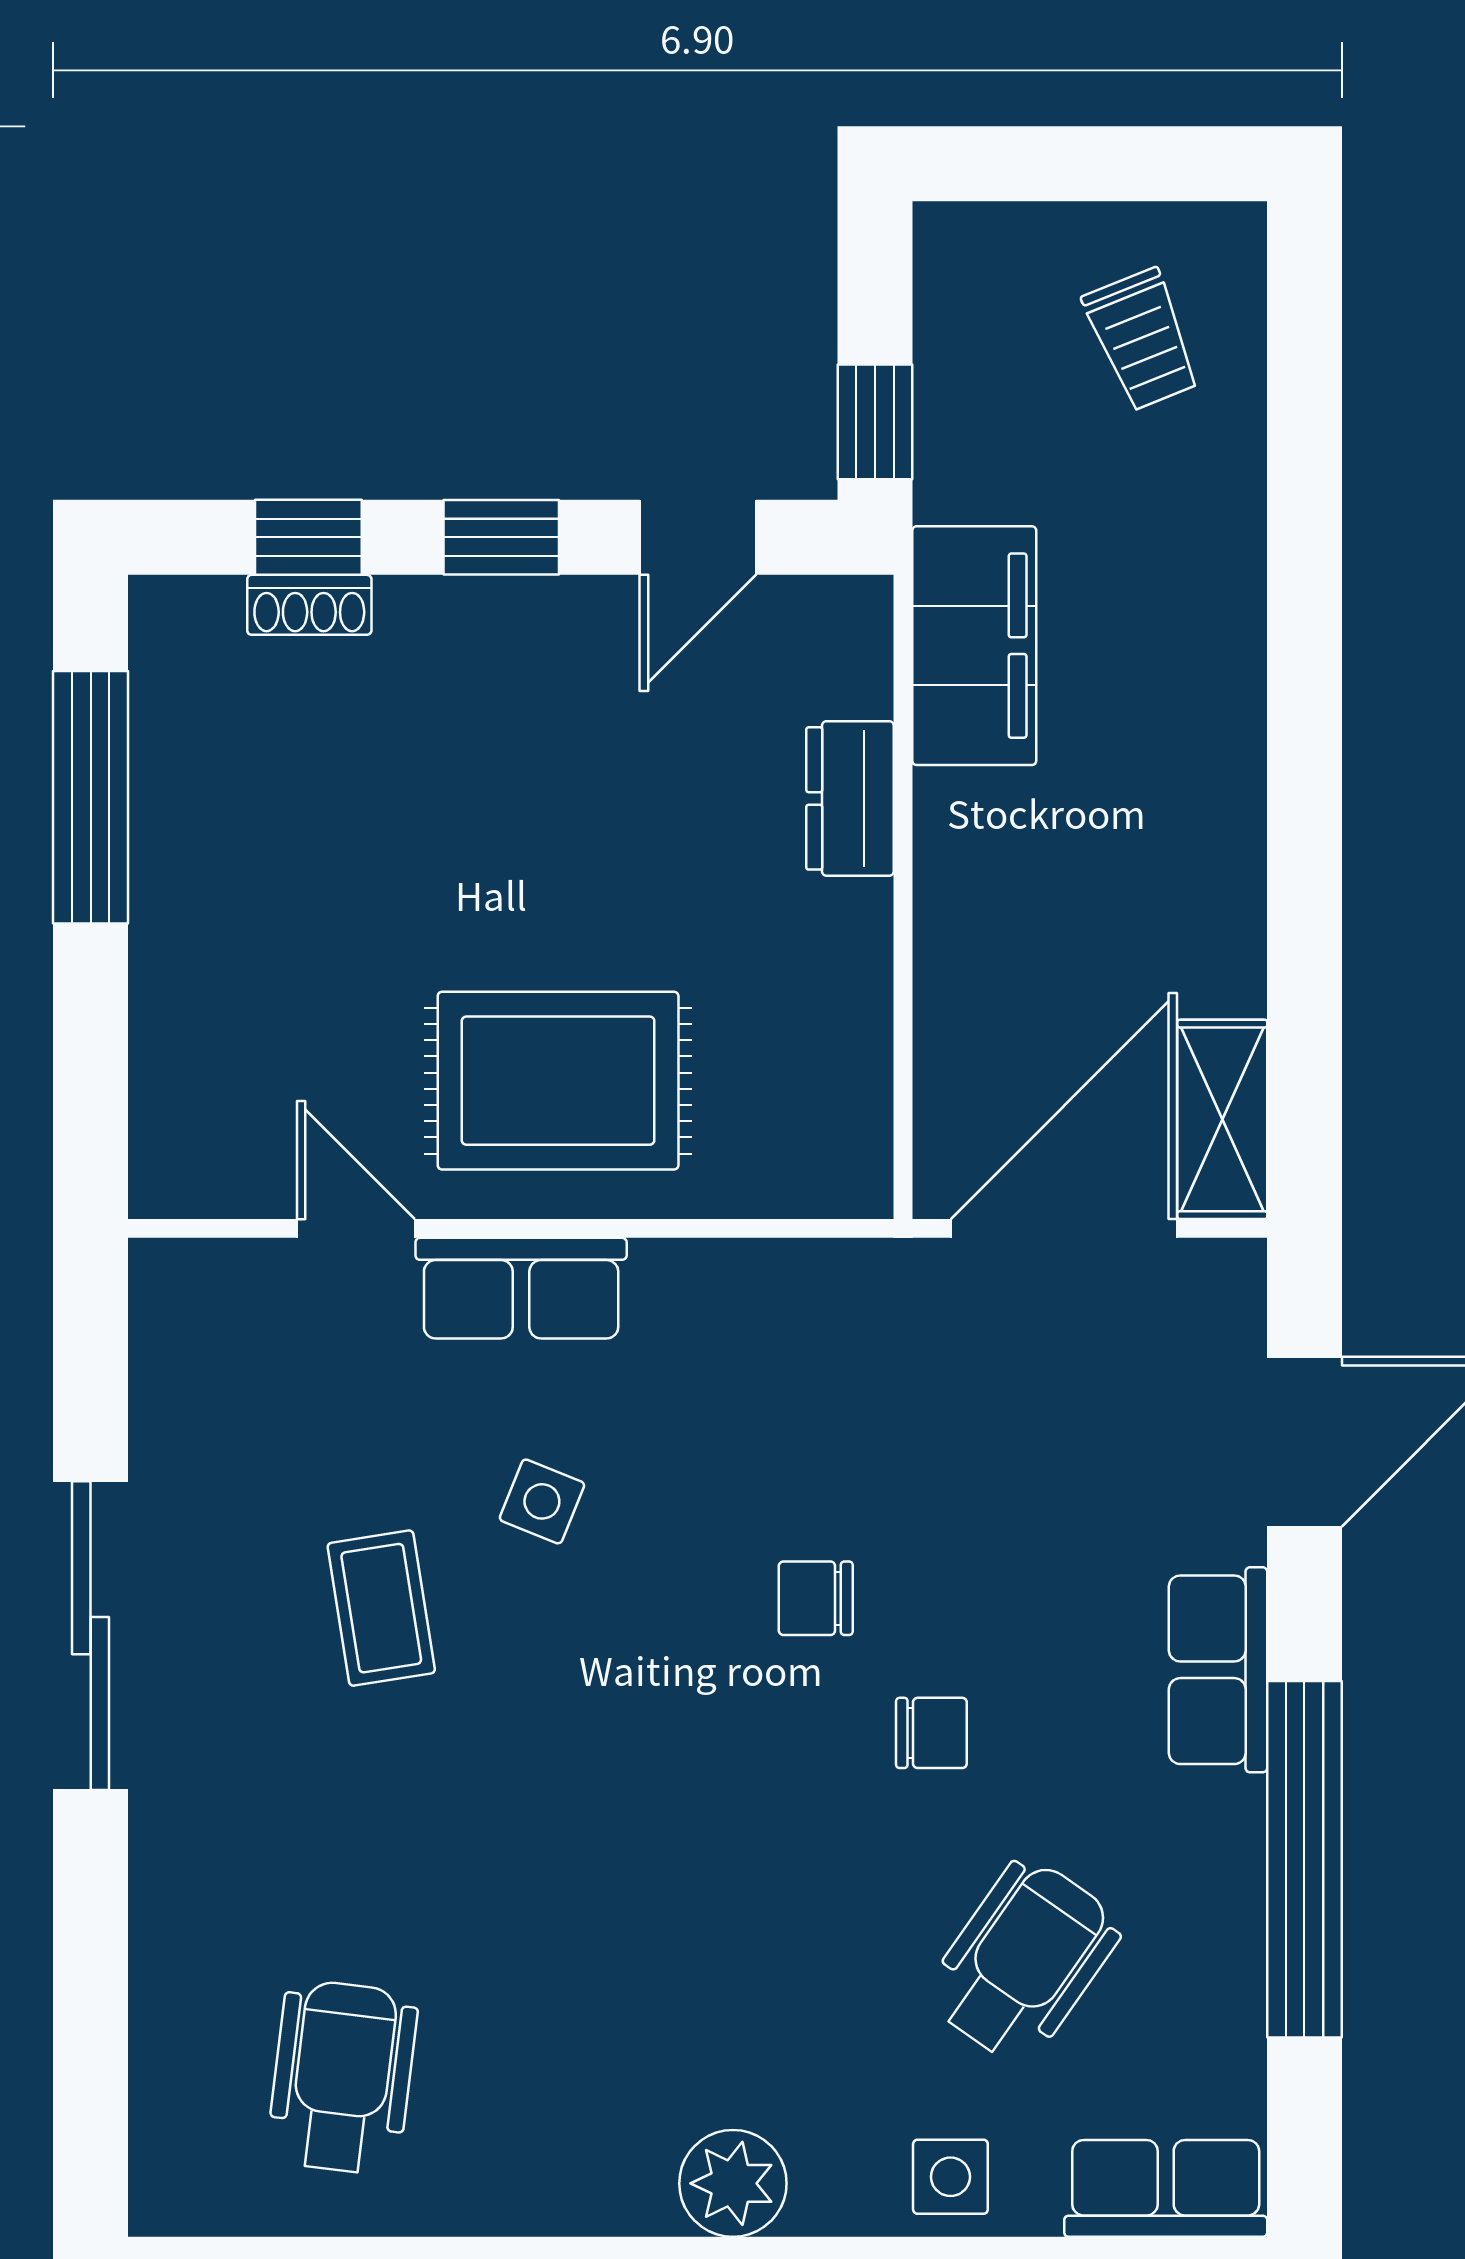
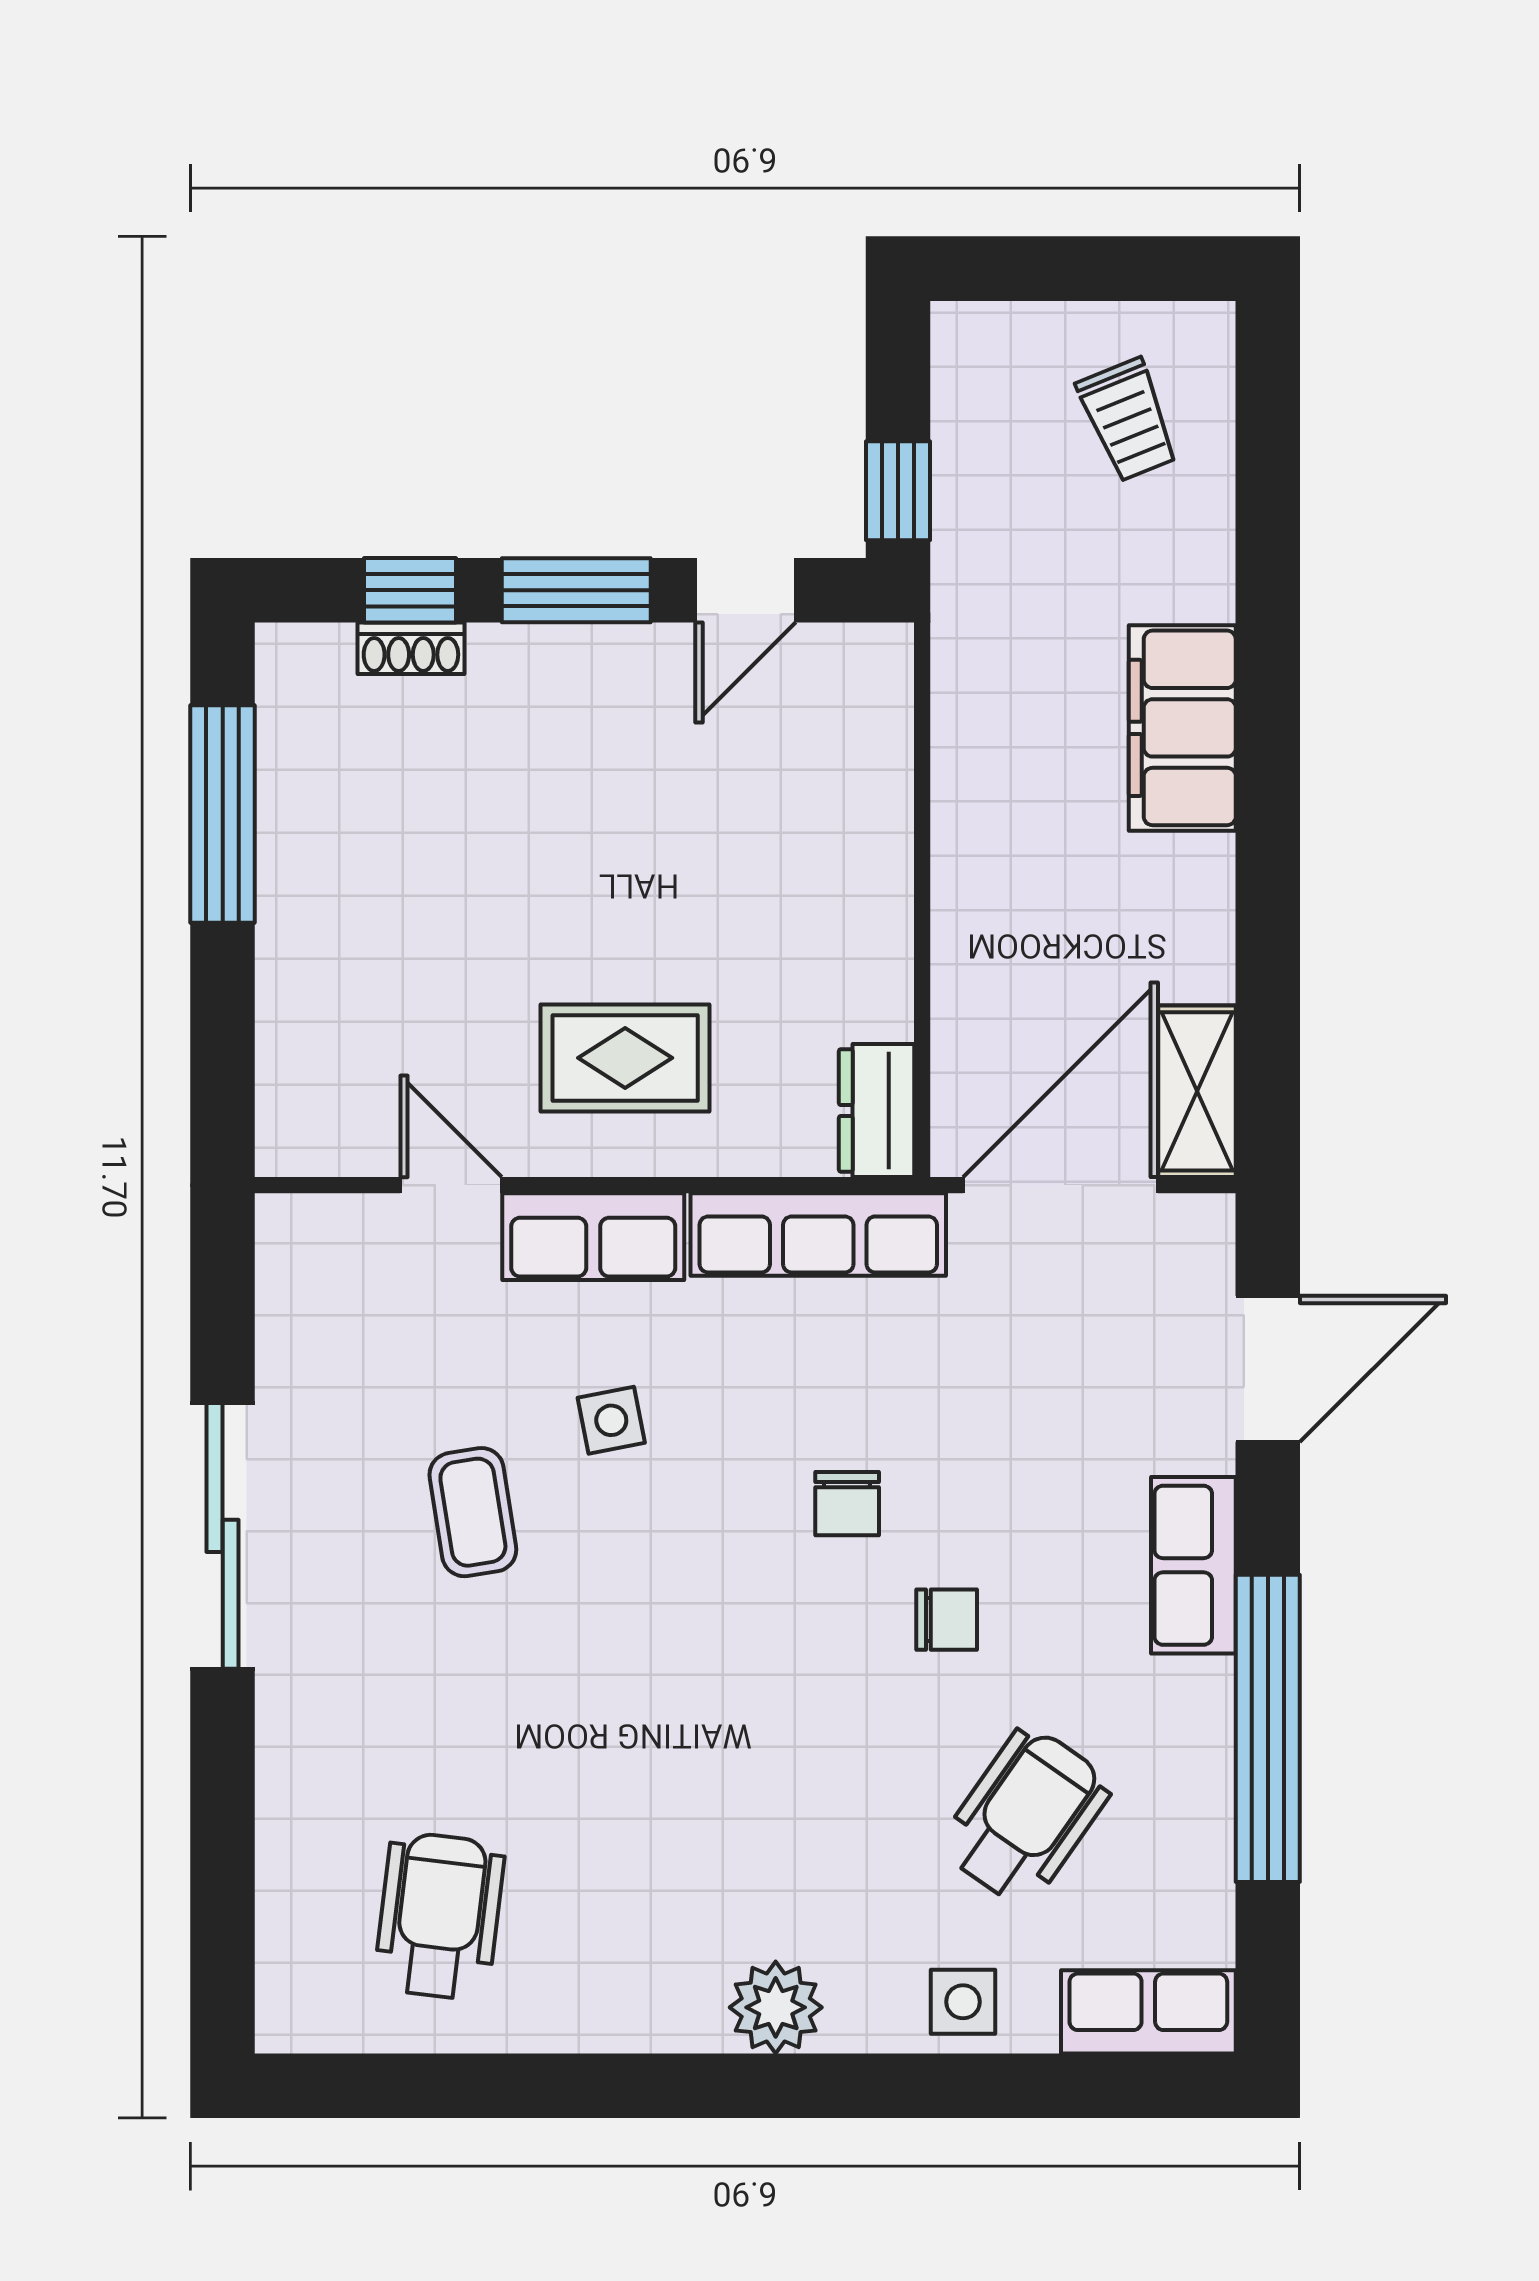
window: (501, 537) -> (576, 590), width x1.50
filing cabinet: (974, 646) -> (1182, 728), moved, turned 180
dresser: (850, 798) -> (877, 1110), moved
rug: (558, 1081) -> (625, 1058), width x0.73, depth x0.70
row of seats: (782, 1286) -> (818, 1235), added
side table: (542, 1501) -> (611, 1420), turned -33
chair: (816, 1598) -> (847, 1504), turned -90

